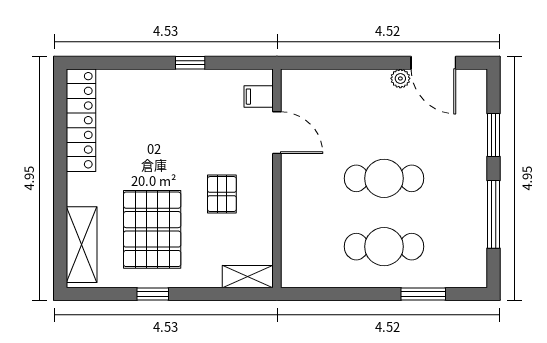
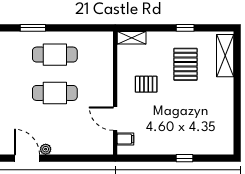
window: (190, 63) -> (185, 158), moved
locker: (81, 120) -> (225, 126), removed
pallet: (222, 194) -> (146, 84), turned 90
pallet: (152, 229) -> (185, 64), width x0.73, depth x0.71

